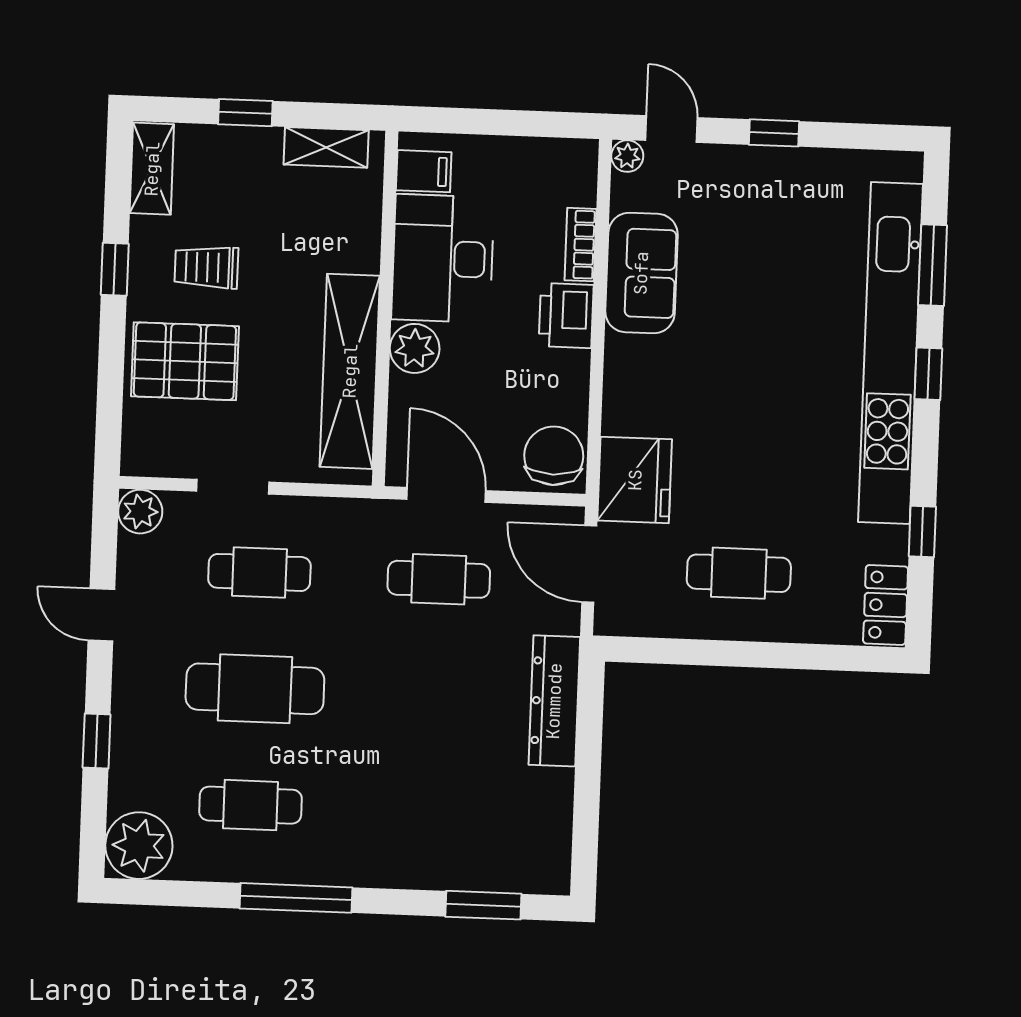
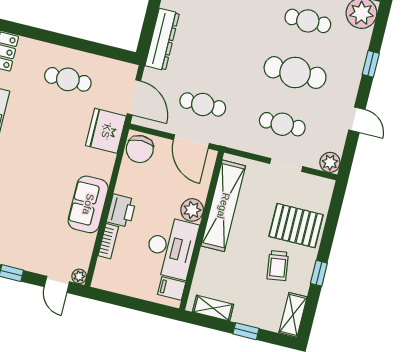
trolley: (206, 267) -> (278, 266), turned 82
sofa: (641, 273) -> (88, 204), moved

